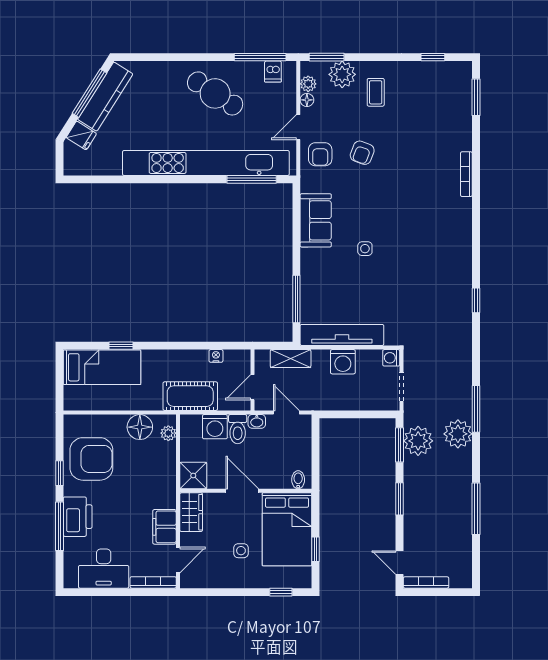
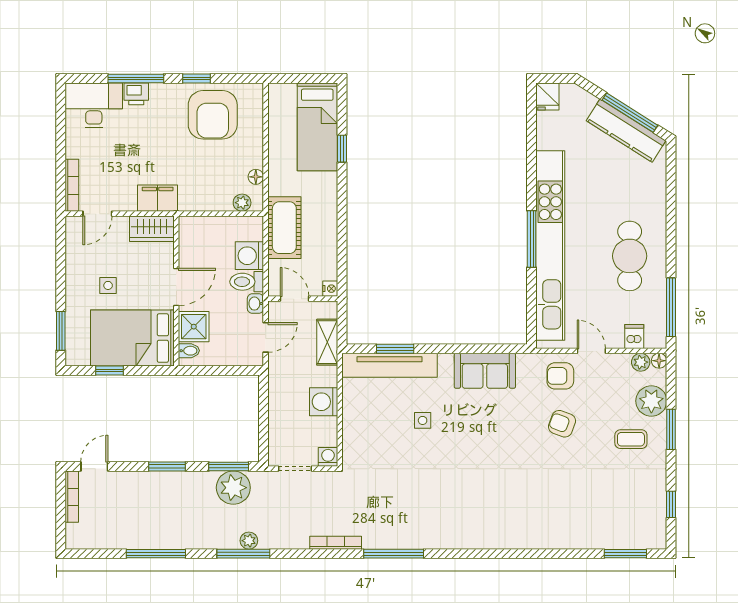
window: (327, 57) -> (671, 429), moved
dishwasher: (273, 72) -> (634, 337), moved, turned 90
cafe table: (215, 93) -> (630, 256), turned -33
floor lamp: (307, 100) -> (659, 361), moved
fridge: (81, 136) -> (547, 96), moved, turned -32
bookcase: (466, 174) -> (336, 543), moved
window: (252, 179) -> (532, 239), moved
side table: (365, 249) -> (423, 420), moved
window: (296, 299) -> (395, 349), width x0.69
window: (476, 300) -> (394, 554), width x2.17
tv unit: (342, 335) -> (390, 365), moved, turned 90
nightstand: (216, 356) -> (330, 289), moved
window: (476, 409) -> (243, 554), moved
floor lamp: (140, 427) -> (256, 177), width x0.53, depth x0.53
plant: (458, 434) -> (249, 541), width x0.53, depth x0.53
shower: (193, 476) -> (194, 327), moved
printer: (78, 517) -> (136, 94), width x0.53, depth x0.68
filing cabinet: (164, 527) -> (158, 198), moved
door: (178, 560) -> (97, 214), hinge flipped
desk: (104, 569) -> (94, 105), moved, turned 90
window: (281, 592) -> (61, 331), width x1.50

